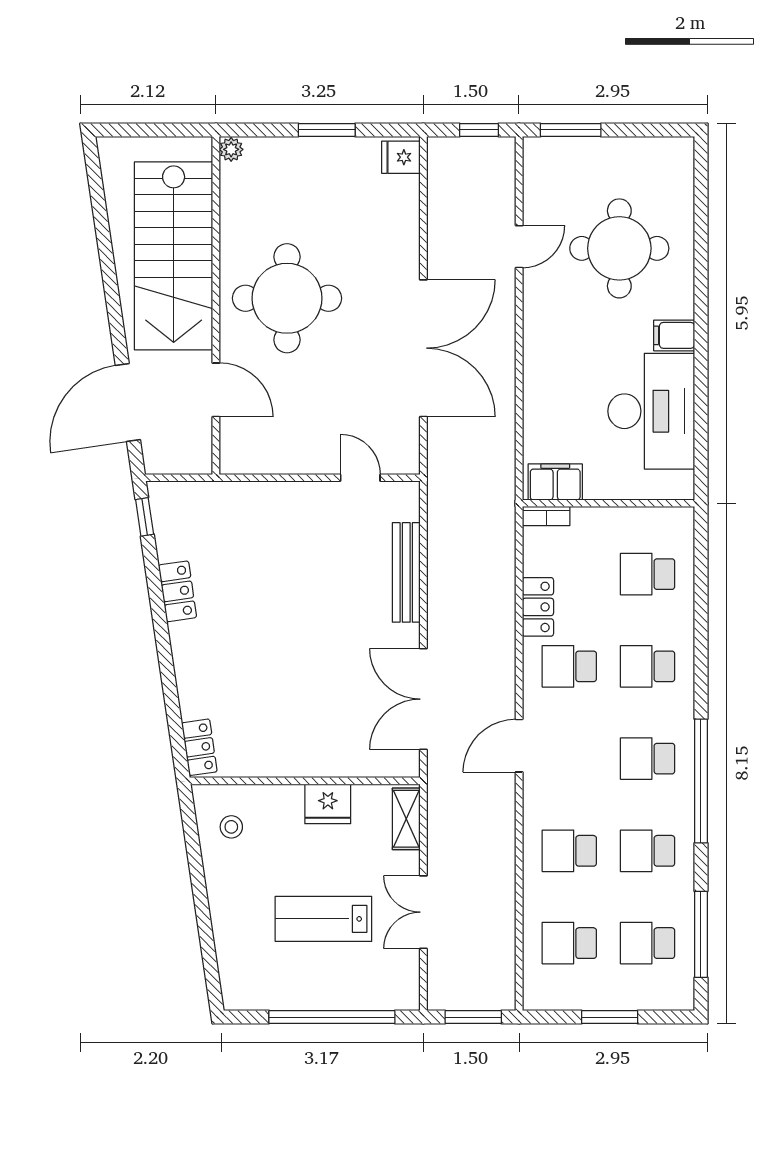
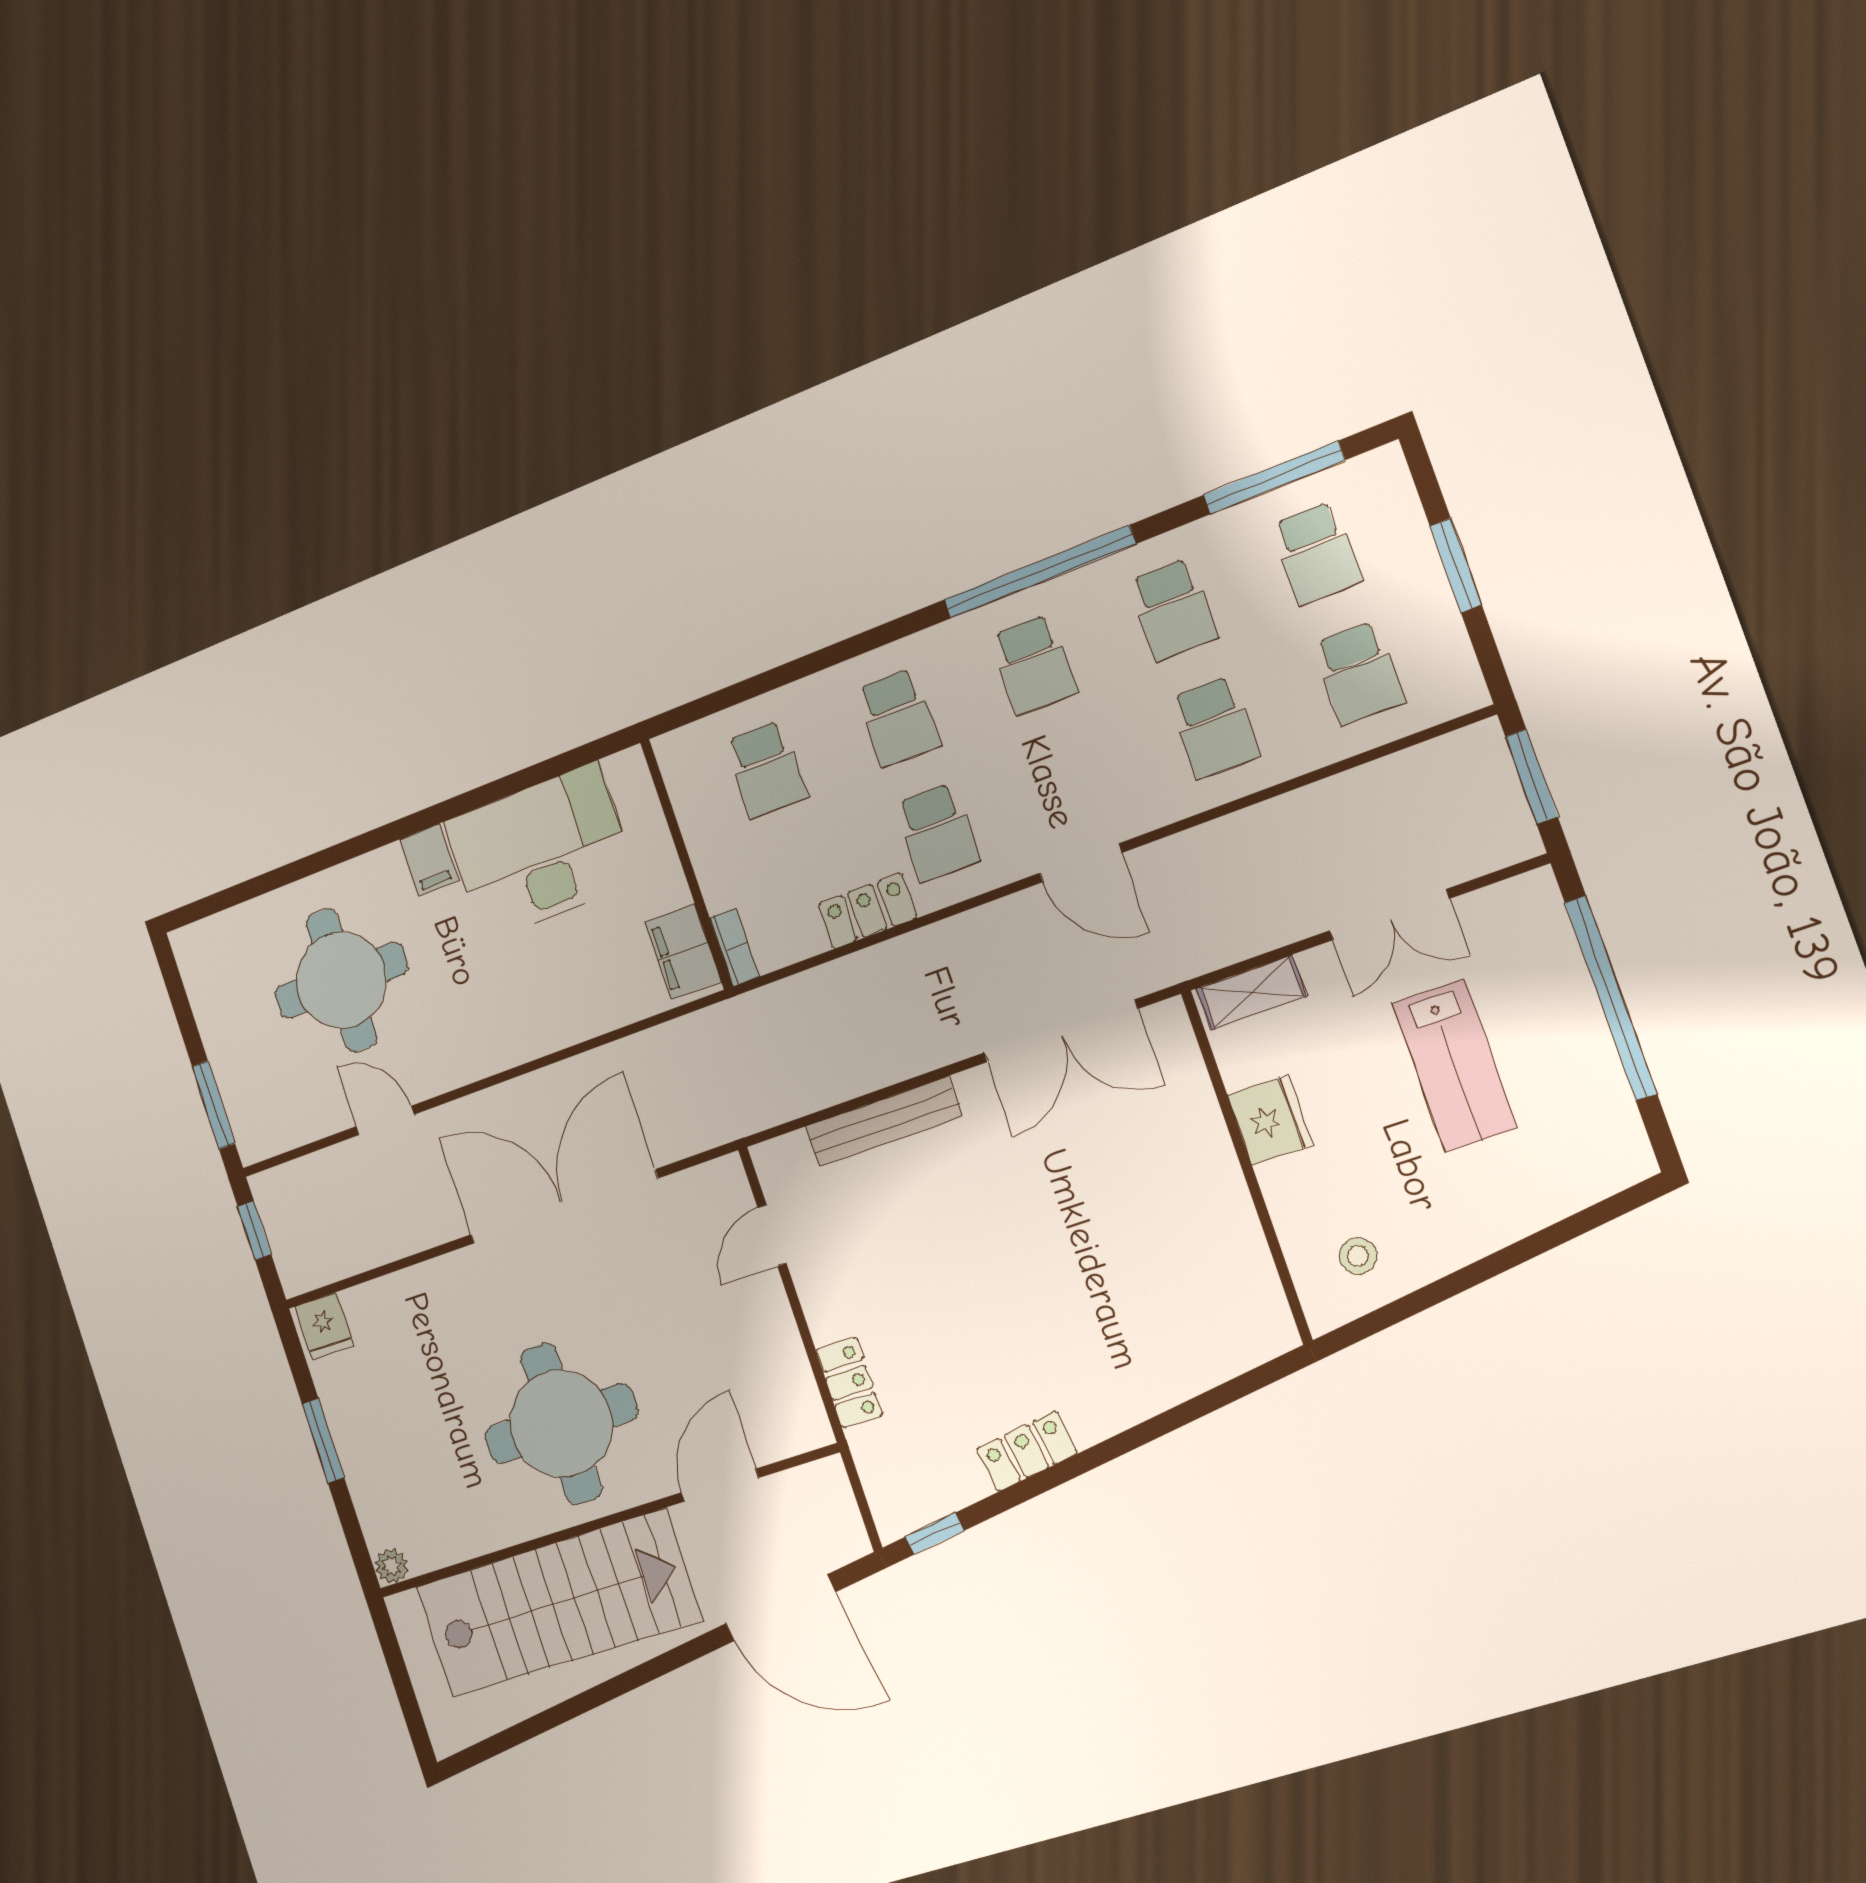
locker: (199, 747) -> (849, 1383), moved, turned 98

